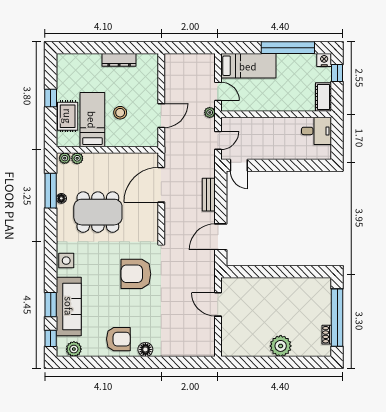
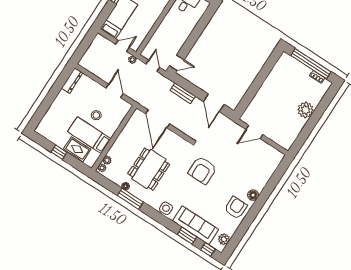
dresser: (119, 60) -> (72, 81), moved
window: (51, 191) -> (130, 199), moved

